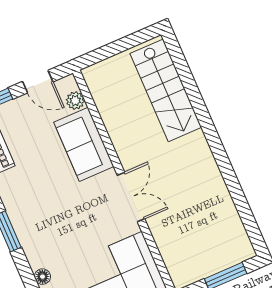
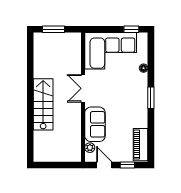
stairs: (166, 90) -> (43, 104), moved

